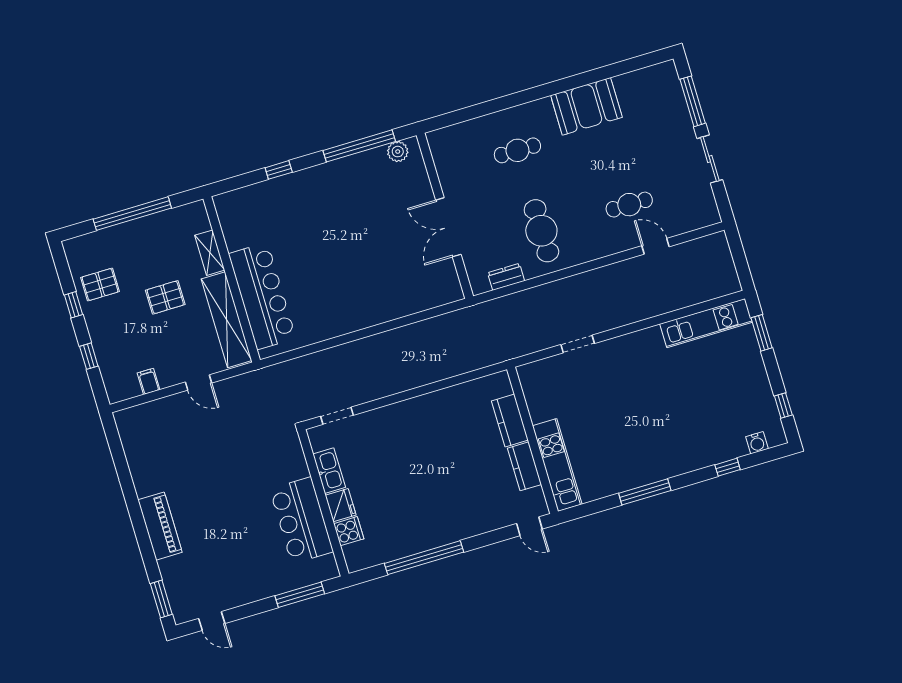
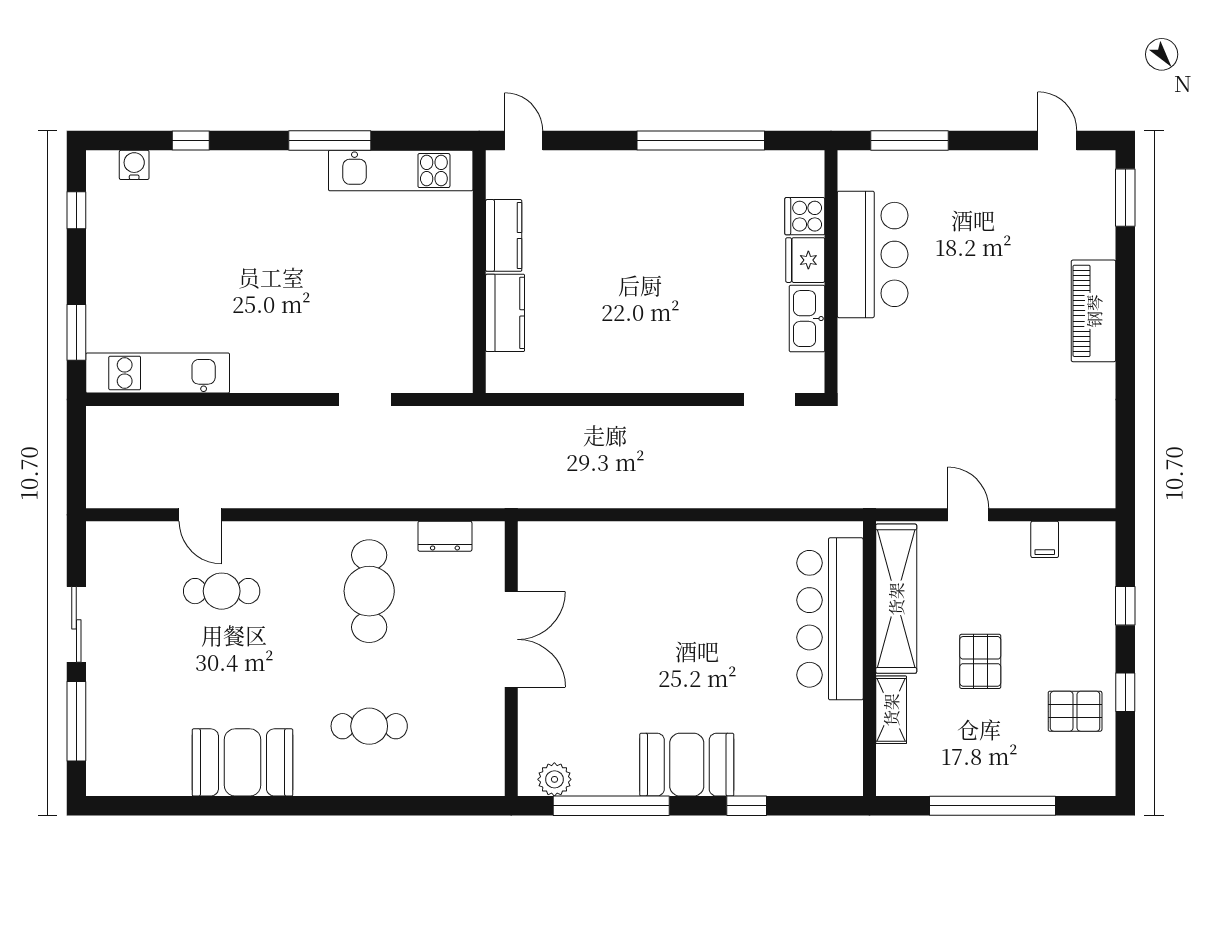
booth: (322, 184) -> (687, 765), added
pallet: (165, 297) -> (980, 661), turned 90
kitchen unit: (557, 465) -> (401, 171), moved, turned -90

